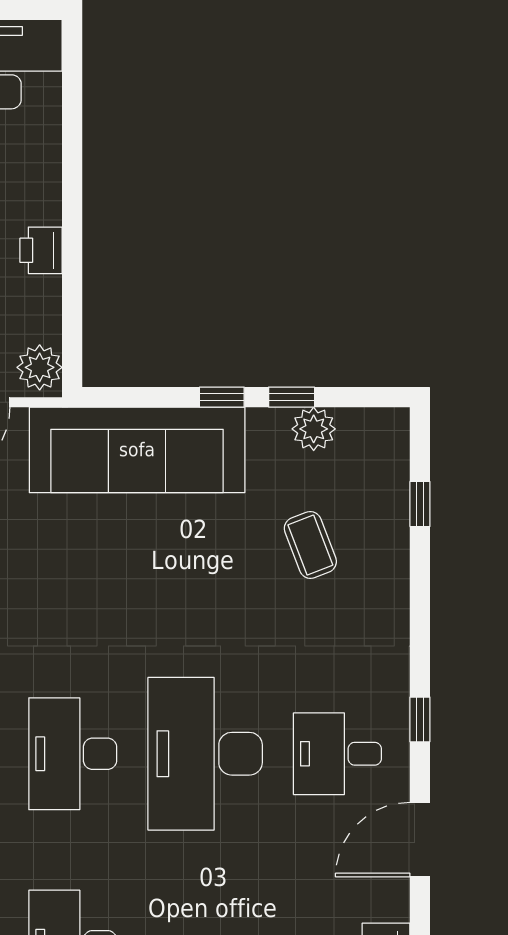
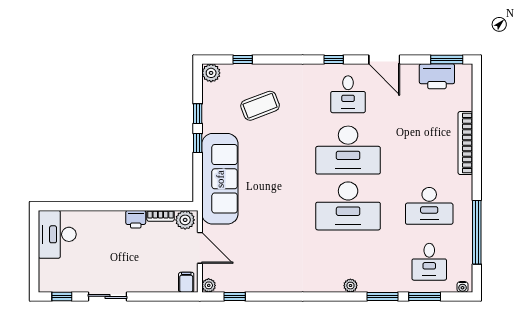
bookcase: (49, 309) -> (161, 216), added
plant: (314, 429) -> (211, 73), moved
coffee table: (310, 545) -> (260, 106), width x1.36, depth x1.30
desk: (73, 754) -> (348, 206), width x1.36, depth x1.30

